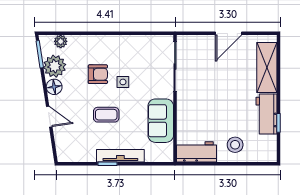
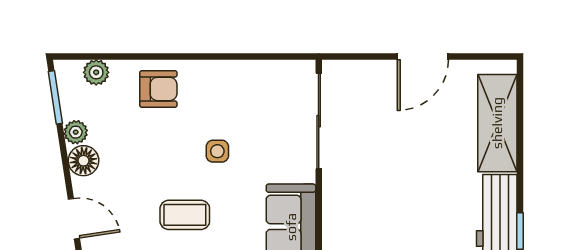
plant: (55, 66) -> (76, 132), width x0.53, depth x0.53
armchair: (98, 74) -> (158, 89), moved

